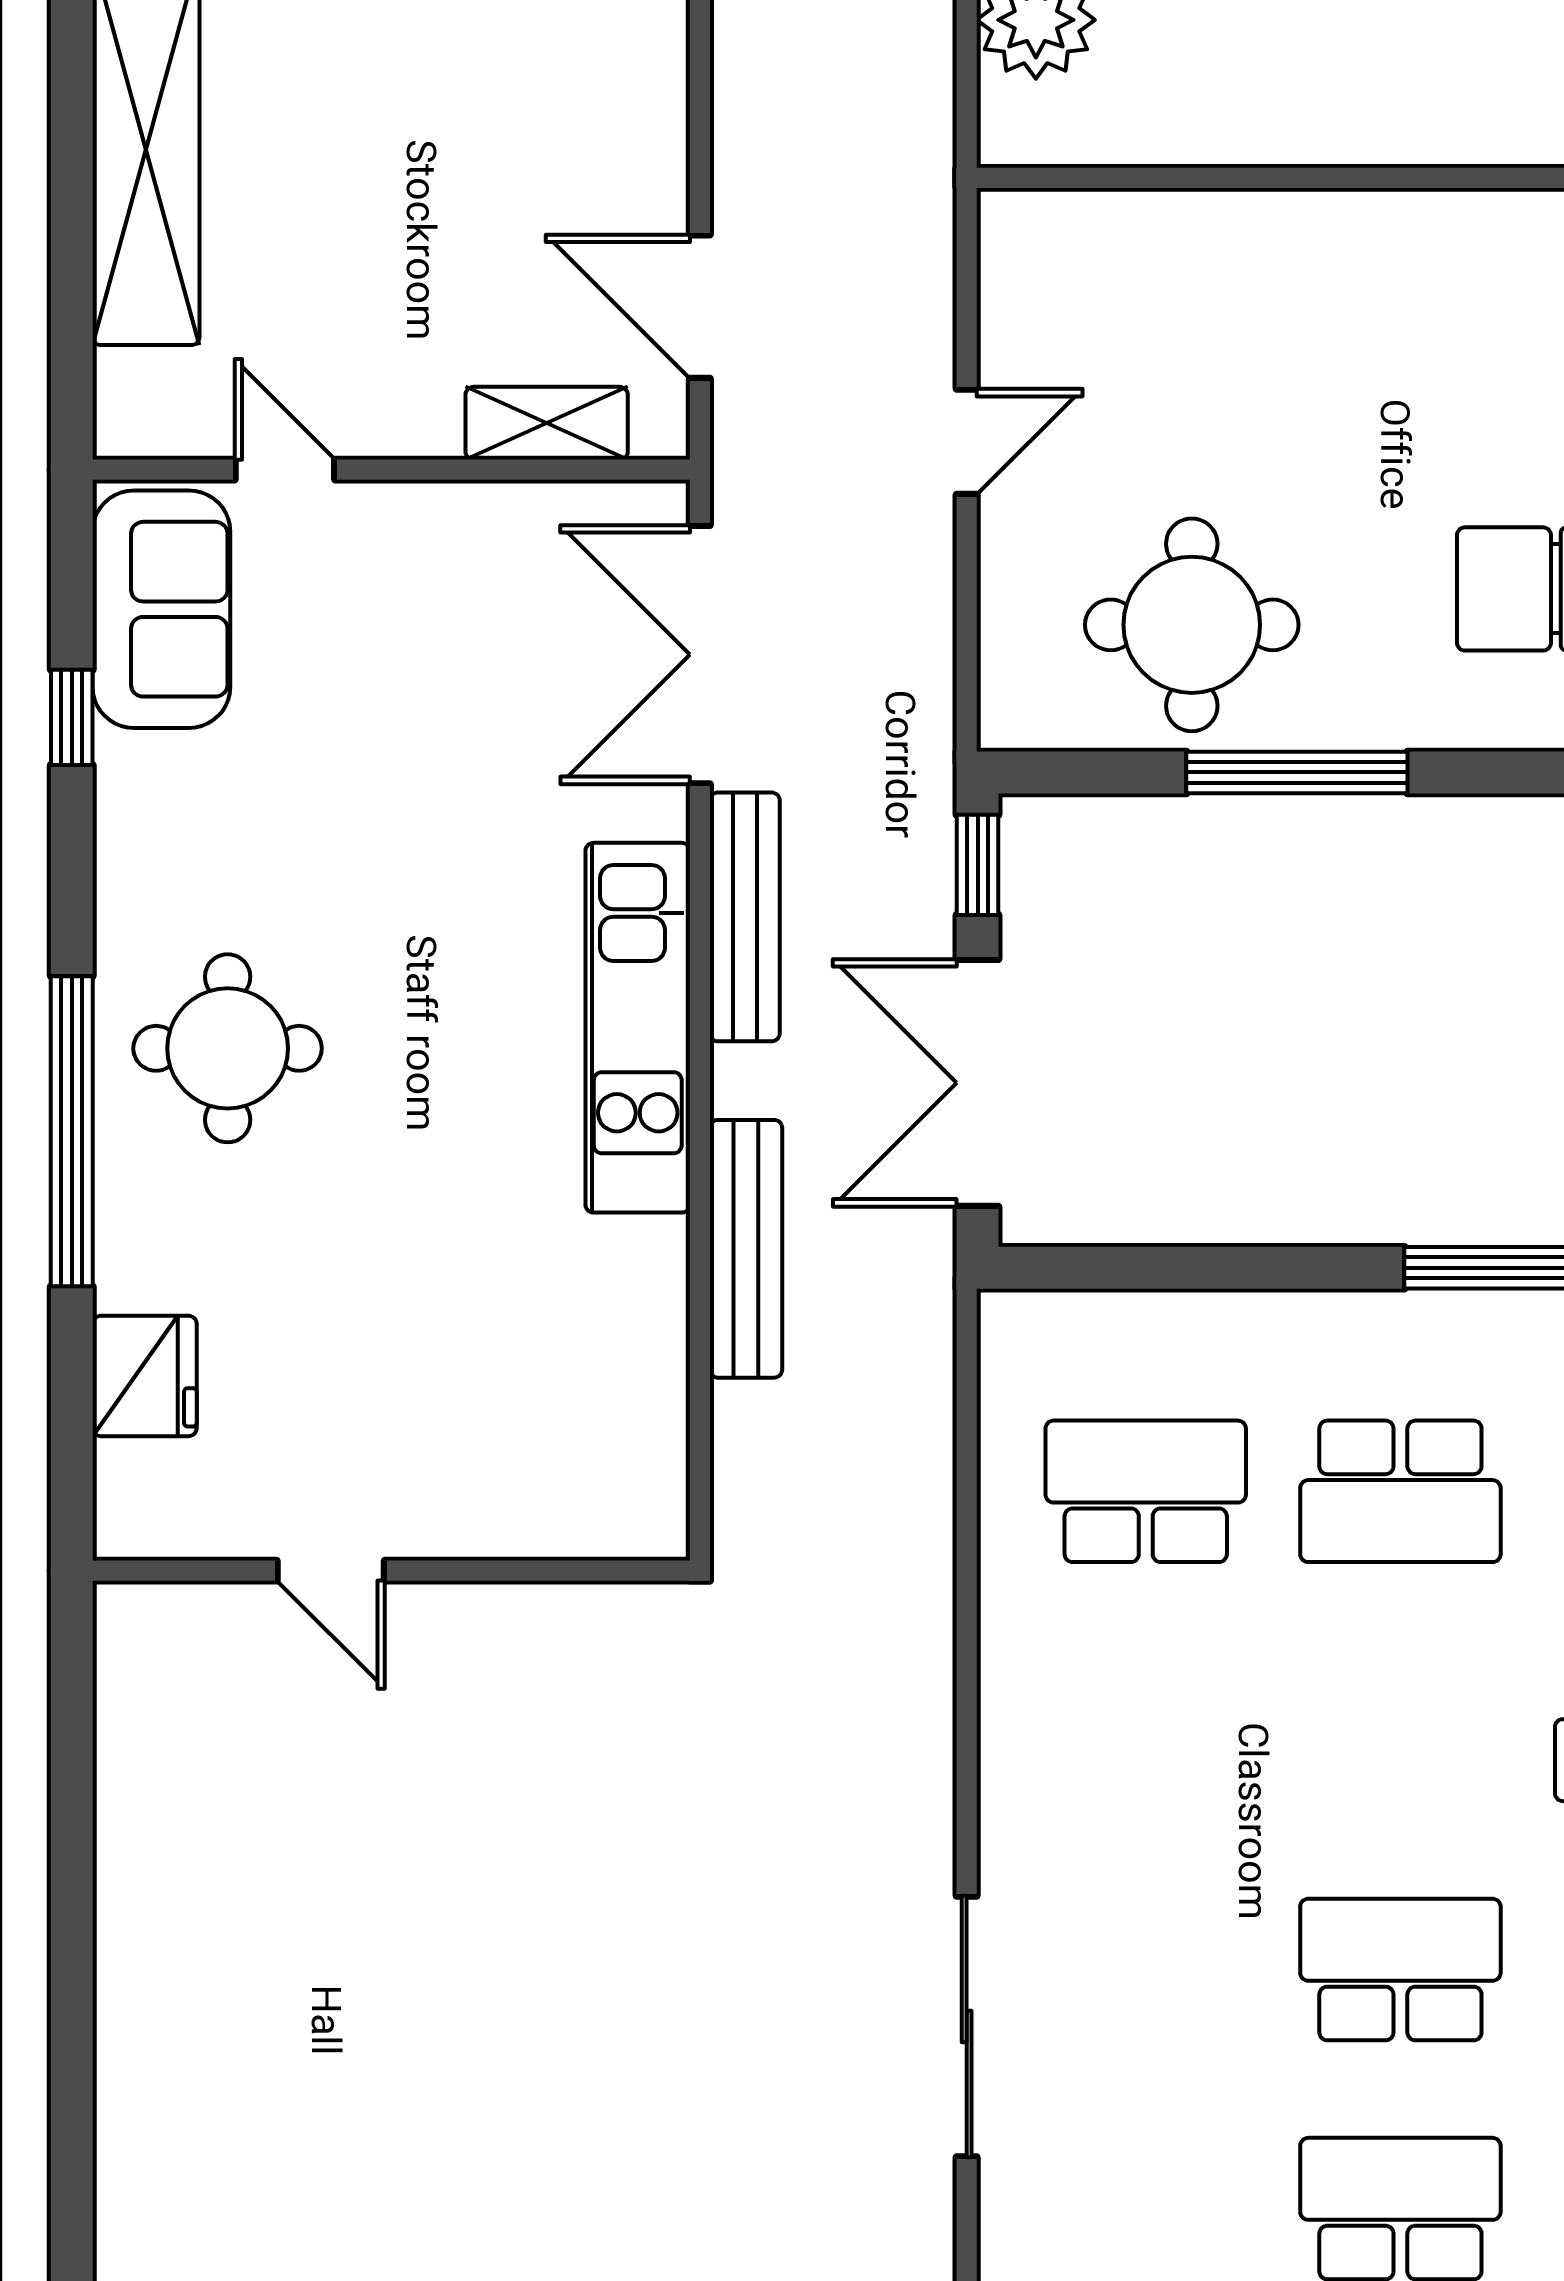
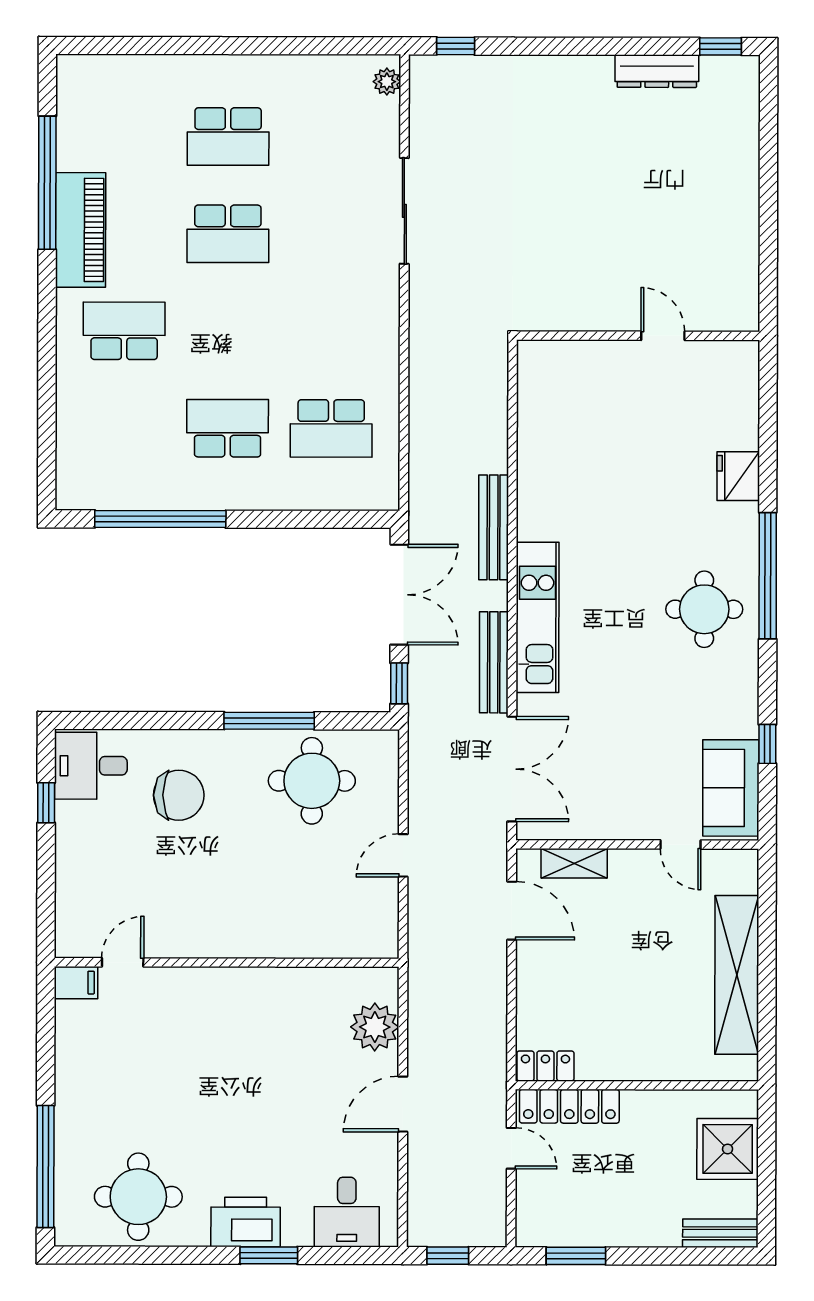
door: (331, 1571) -> (663, 336), moved
wall: (391, 1571) -> (638, 336), moved

